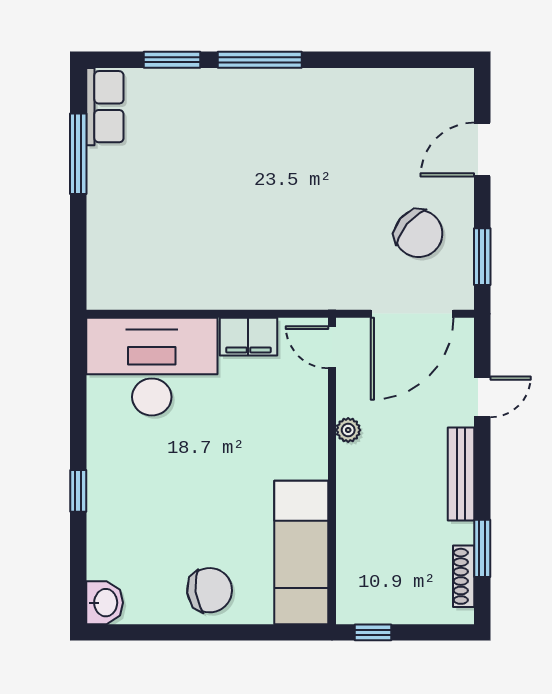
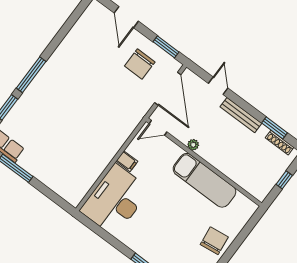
chair: (419, 233) -> (140, 64), turned 140
filing cabinet: (248, 337) -> (127, 161), width x0.50
exam couch: (301, 552) -> (204, 180), moved
window: (373, 632) -> (284, 180), moved

